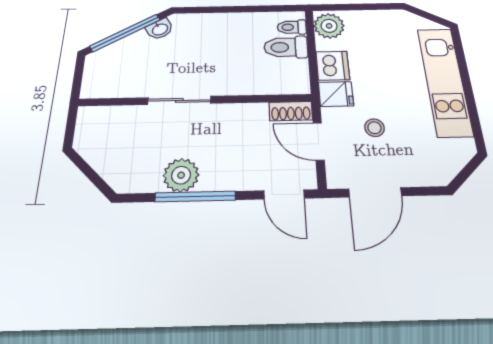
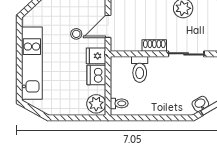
toilet: (286, 47) -> (140, 69), moved, turned 90
shoe rack: (291, 111) -> (154, 45), moved
door: (319, 141) -> (108, 26), swing flipped

